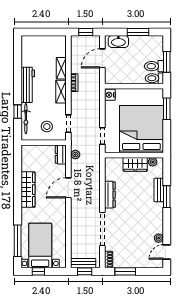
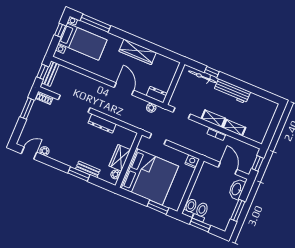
stool: (47, 127) -> (187, 93), removed
door: (167, 252) -> (29, 153), hinge flipped

